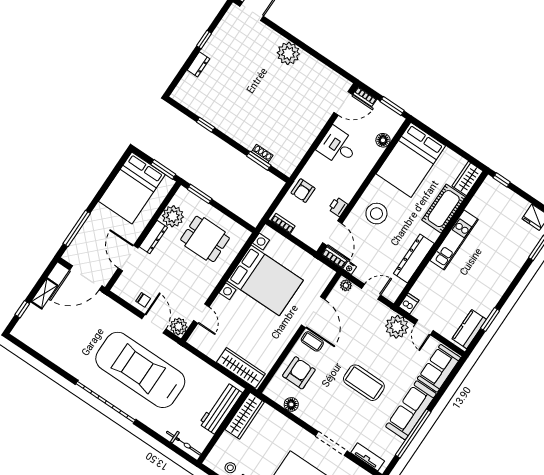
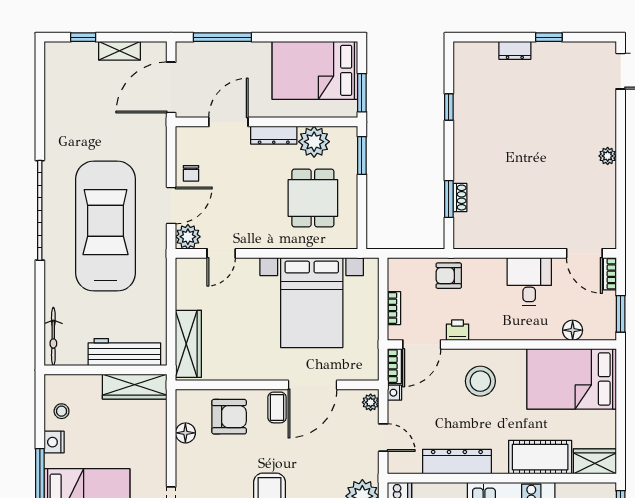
plant: (288, 53) -> (608, 156), width x0.53, depth x0.53
bookcase: (283, 223) -> (394, 308), moved
door: (86, 278) -> (171, 87), hinge flipped

